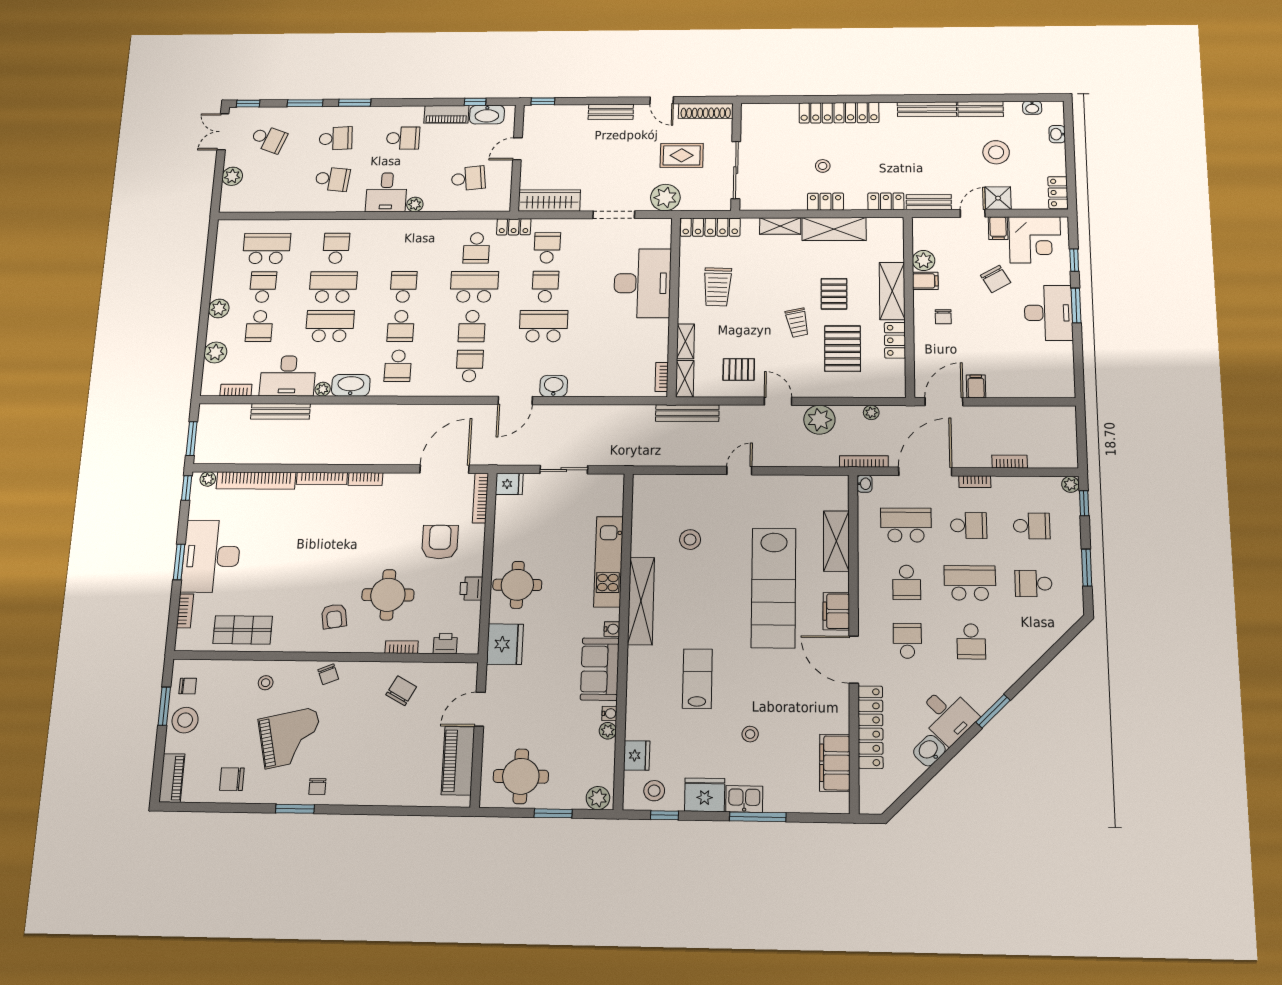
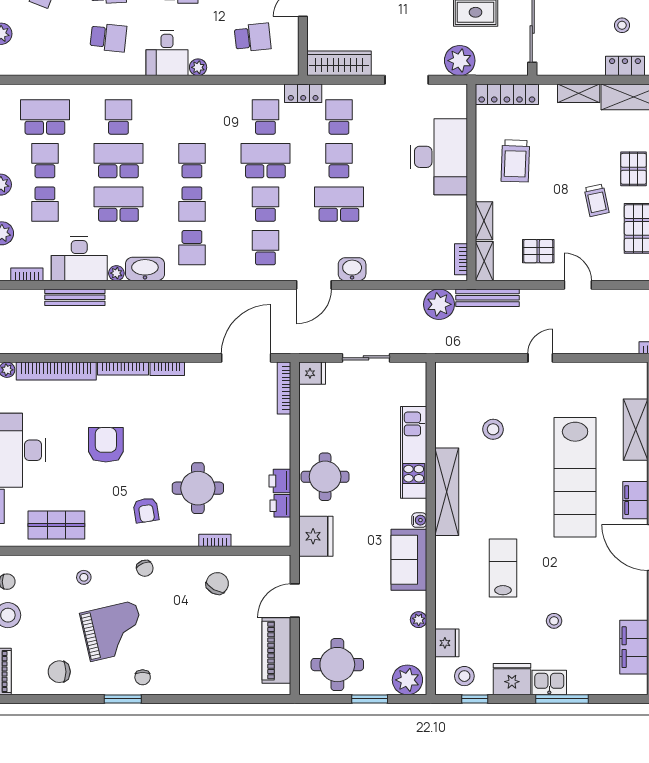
school desk: (476, 248) -> (265, 117), turned 180
school desk: (472, 326) -> (265, 204), turned 180
plant: (819, 420) -> (439, 304), moved
armchair: (440, 542) -> (106, 445), moved
printer: (445, 644) -> (280, 506), moved, turned -90
water cooler: (609, 713) -> (420, 603), removed
plant: (598, 798) -> (407, 680), width x1.36, depth x1.36

